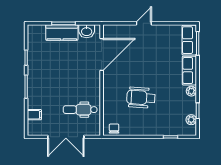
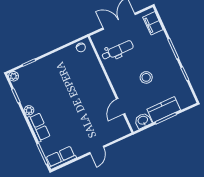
row of seats: (189, 40) -> (61, 158), moved, turned -90
door: (102, 55) -> (121, 106), width x0.53
stool: (65, 71) -> (146, 77), added
wheelchair: (141, 98) -> (70, 85), removed
filing cabinet: (34, 115) -> (153, 23), width x2.00
plant: (191, 120) -> (13, 76), moved

